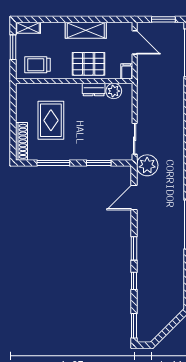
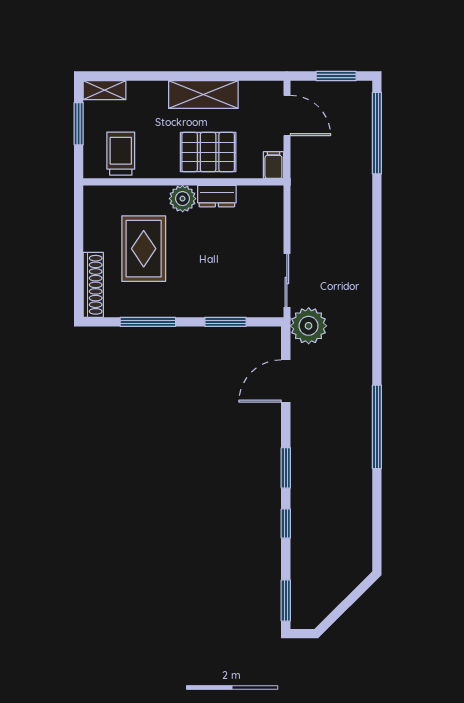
trolley: (38, 65) -> (121, 154), turned 90
plant: (114, 91) -> (183, 199), moved

